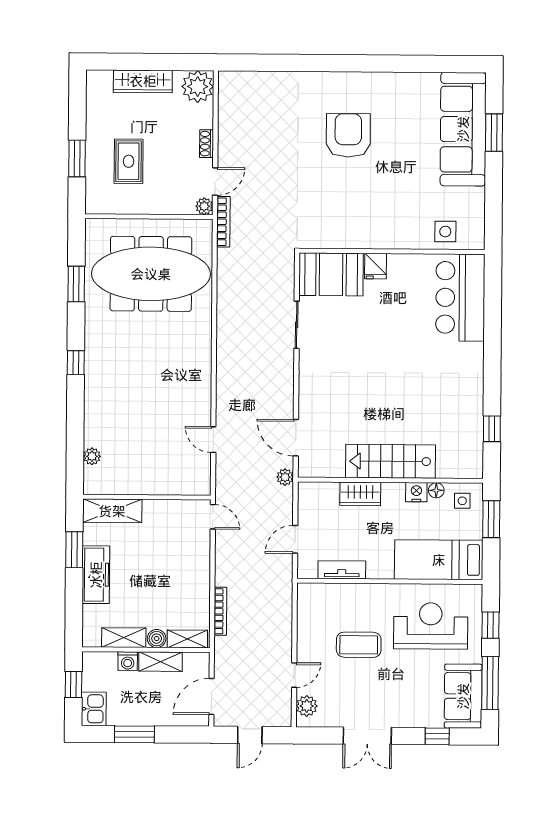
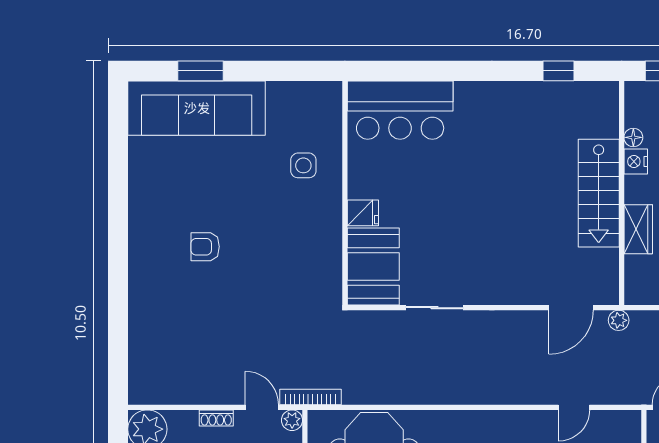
armchair: (348, 135) -> (205, 247), width x0.53, depth x0.53
side table: (445, 232) -> (303, 165), moved
side table: (462, 501) -> (646, 106), removed

